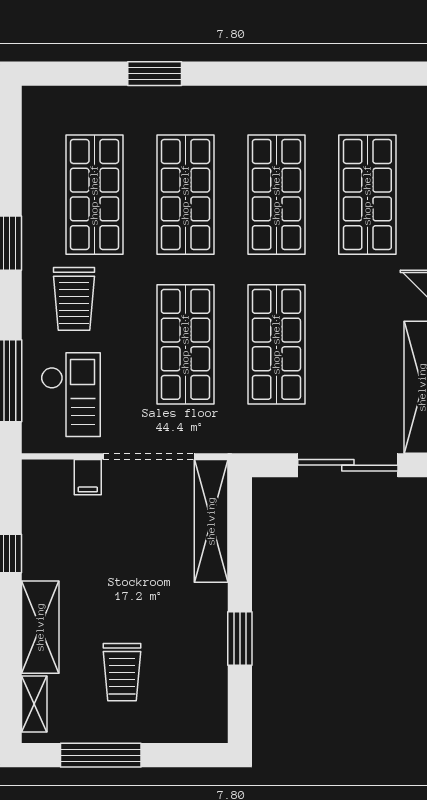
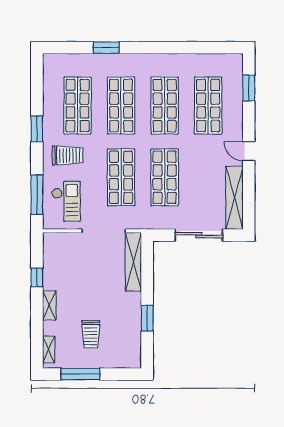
trolley: (74, 299) -> (68, 156), turned -90
filing cabinet: (88, 477) -> (74, 241), removed
shelving: (40, 627) -> (49, 305), width x0.67, depth x0.75

